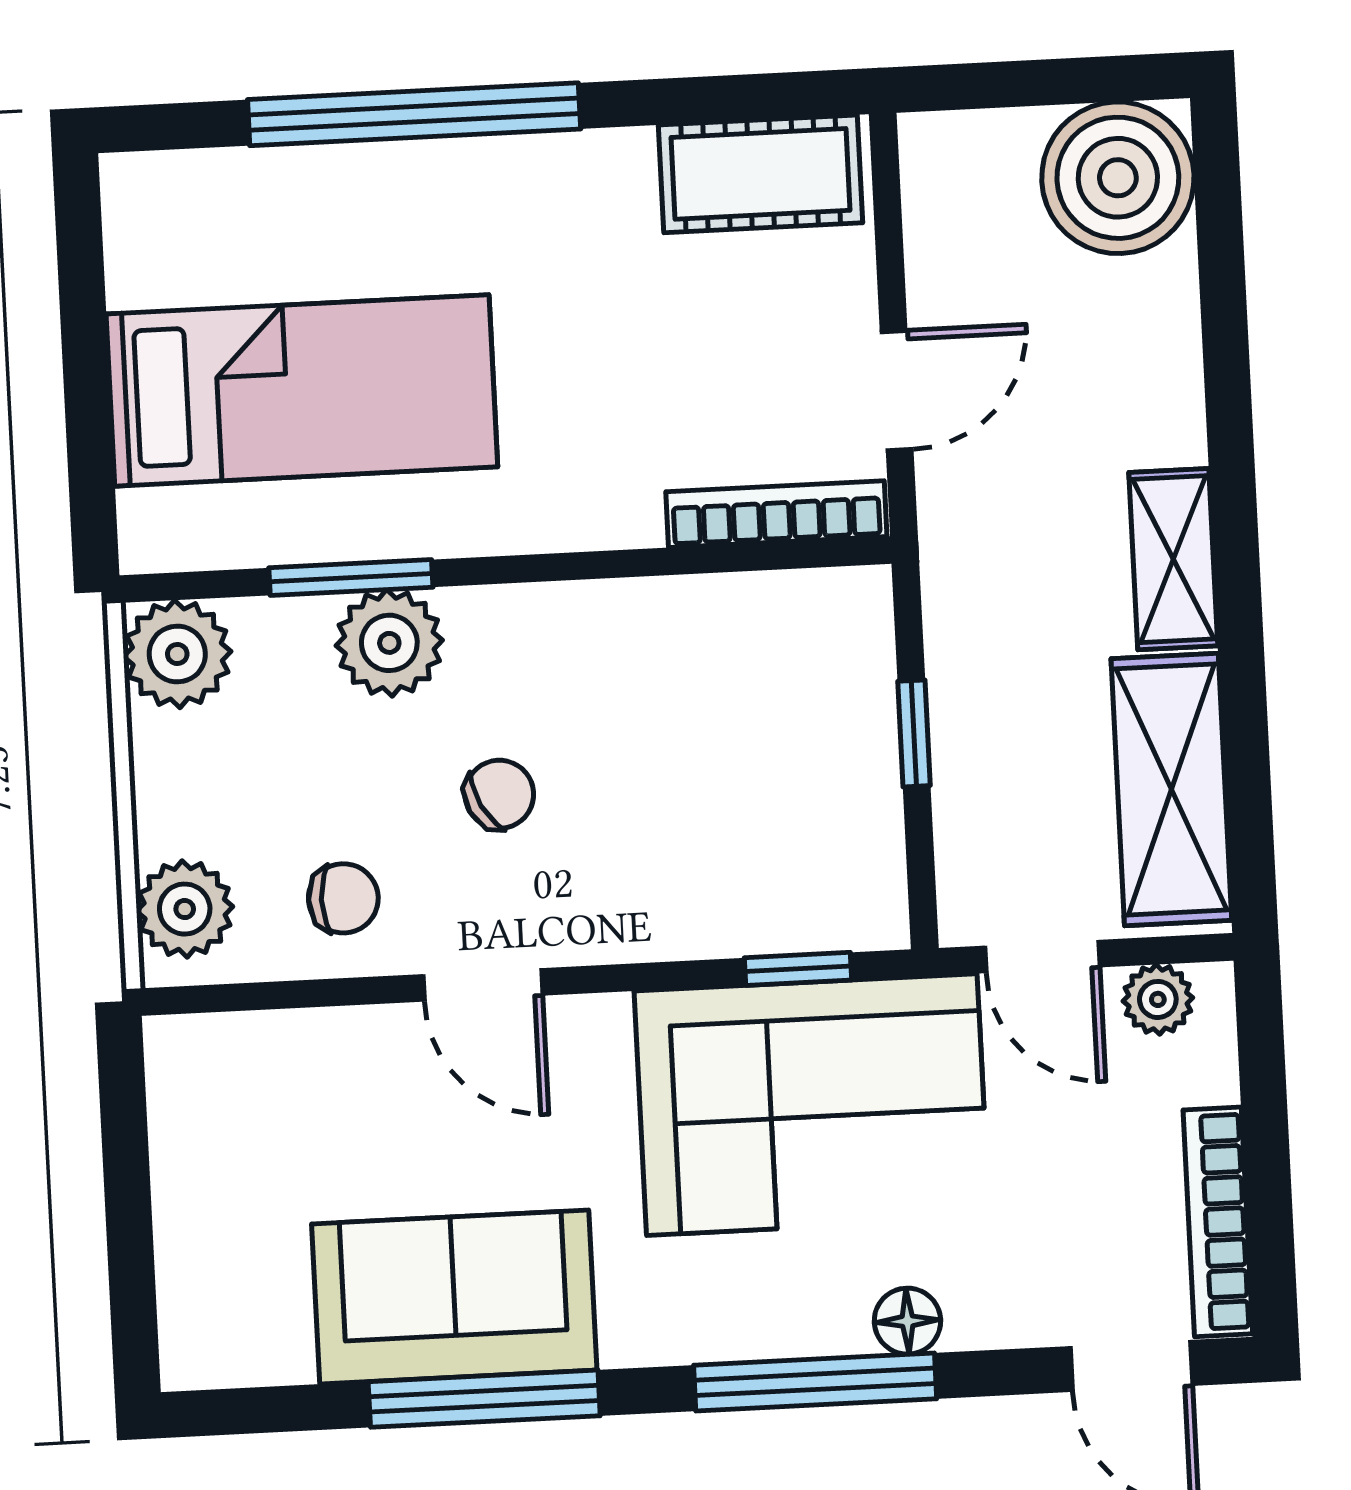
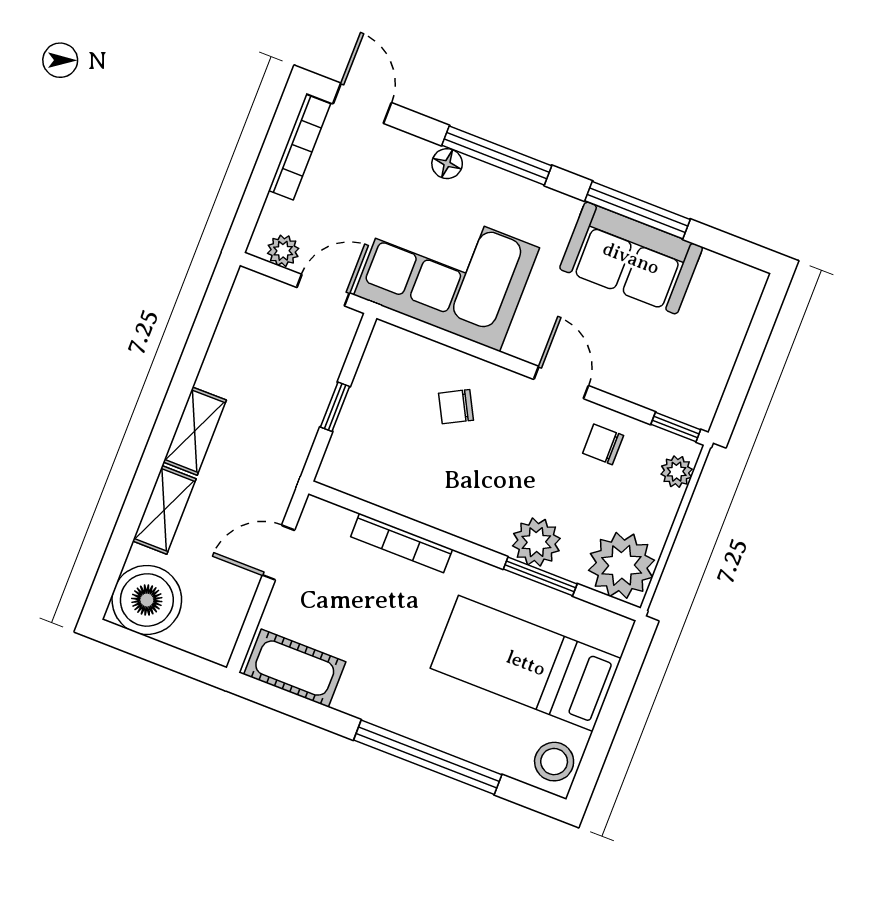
stool: (157, 219) -> (554, 762), added
bookcase: (776, 514) -> (402, 543), moved
plant: (177, 654) -> (622, 565), width x1.36, depth x1.36
shelving: (1171, 789) -> (164, 510), moved, width x0.67, depth x0.75
chair: (499, 794) -> (456, 407), moved
plant: (185, 909) -> (677, 472), width x0.73, depth x0.73
door: (1042, 956) -> (323, 290), hinge flipped
window: (798, 969) -> (676, 427), moved

